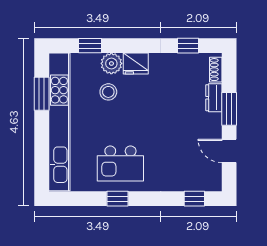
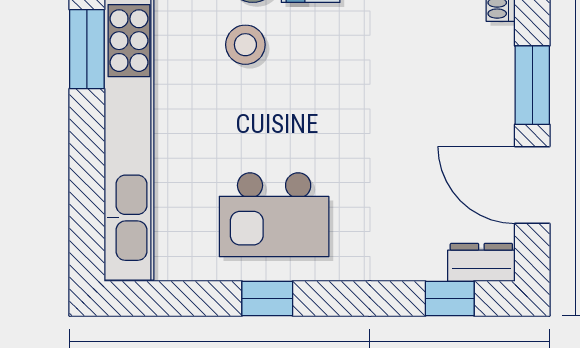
dresser: (214, 98) -> (481, 262), moved, turned 90
door: (229, 151) -> (532, 185), width x1.38

